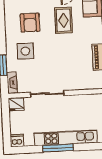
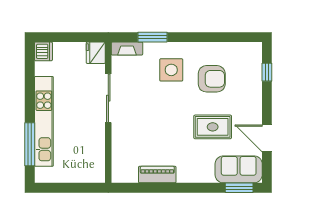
armchair: (30, 23) -> (212, 79), turned 180
window: (58, 148) -> (30, 144), moved

